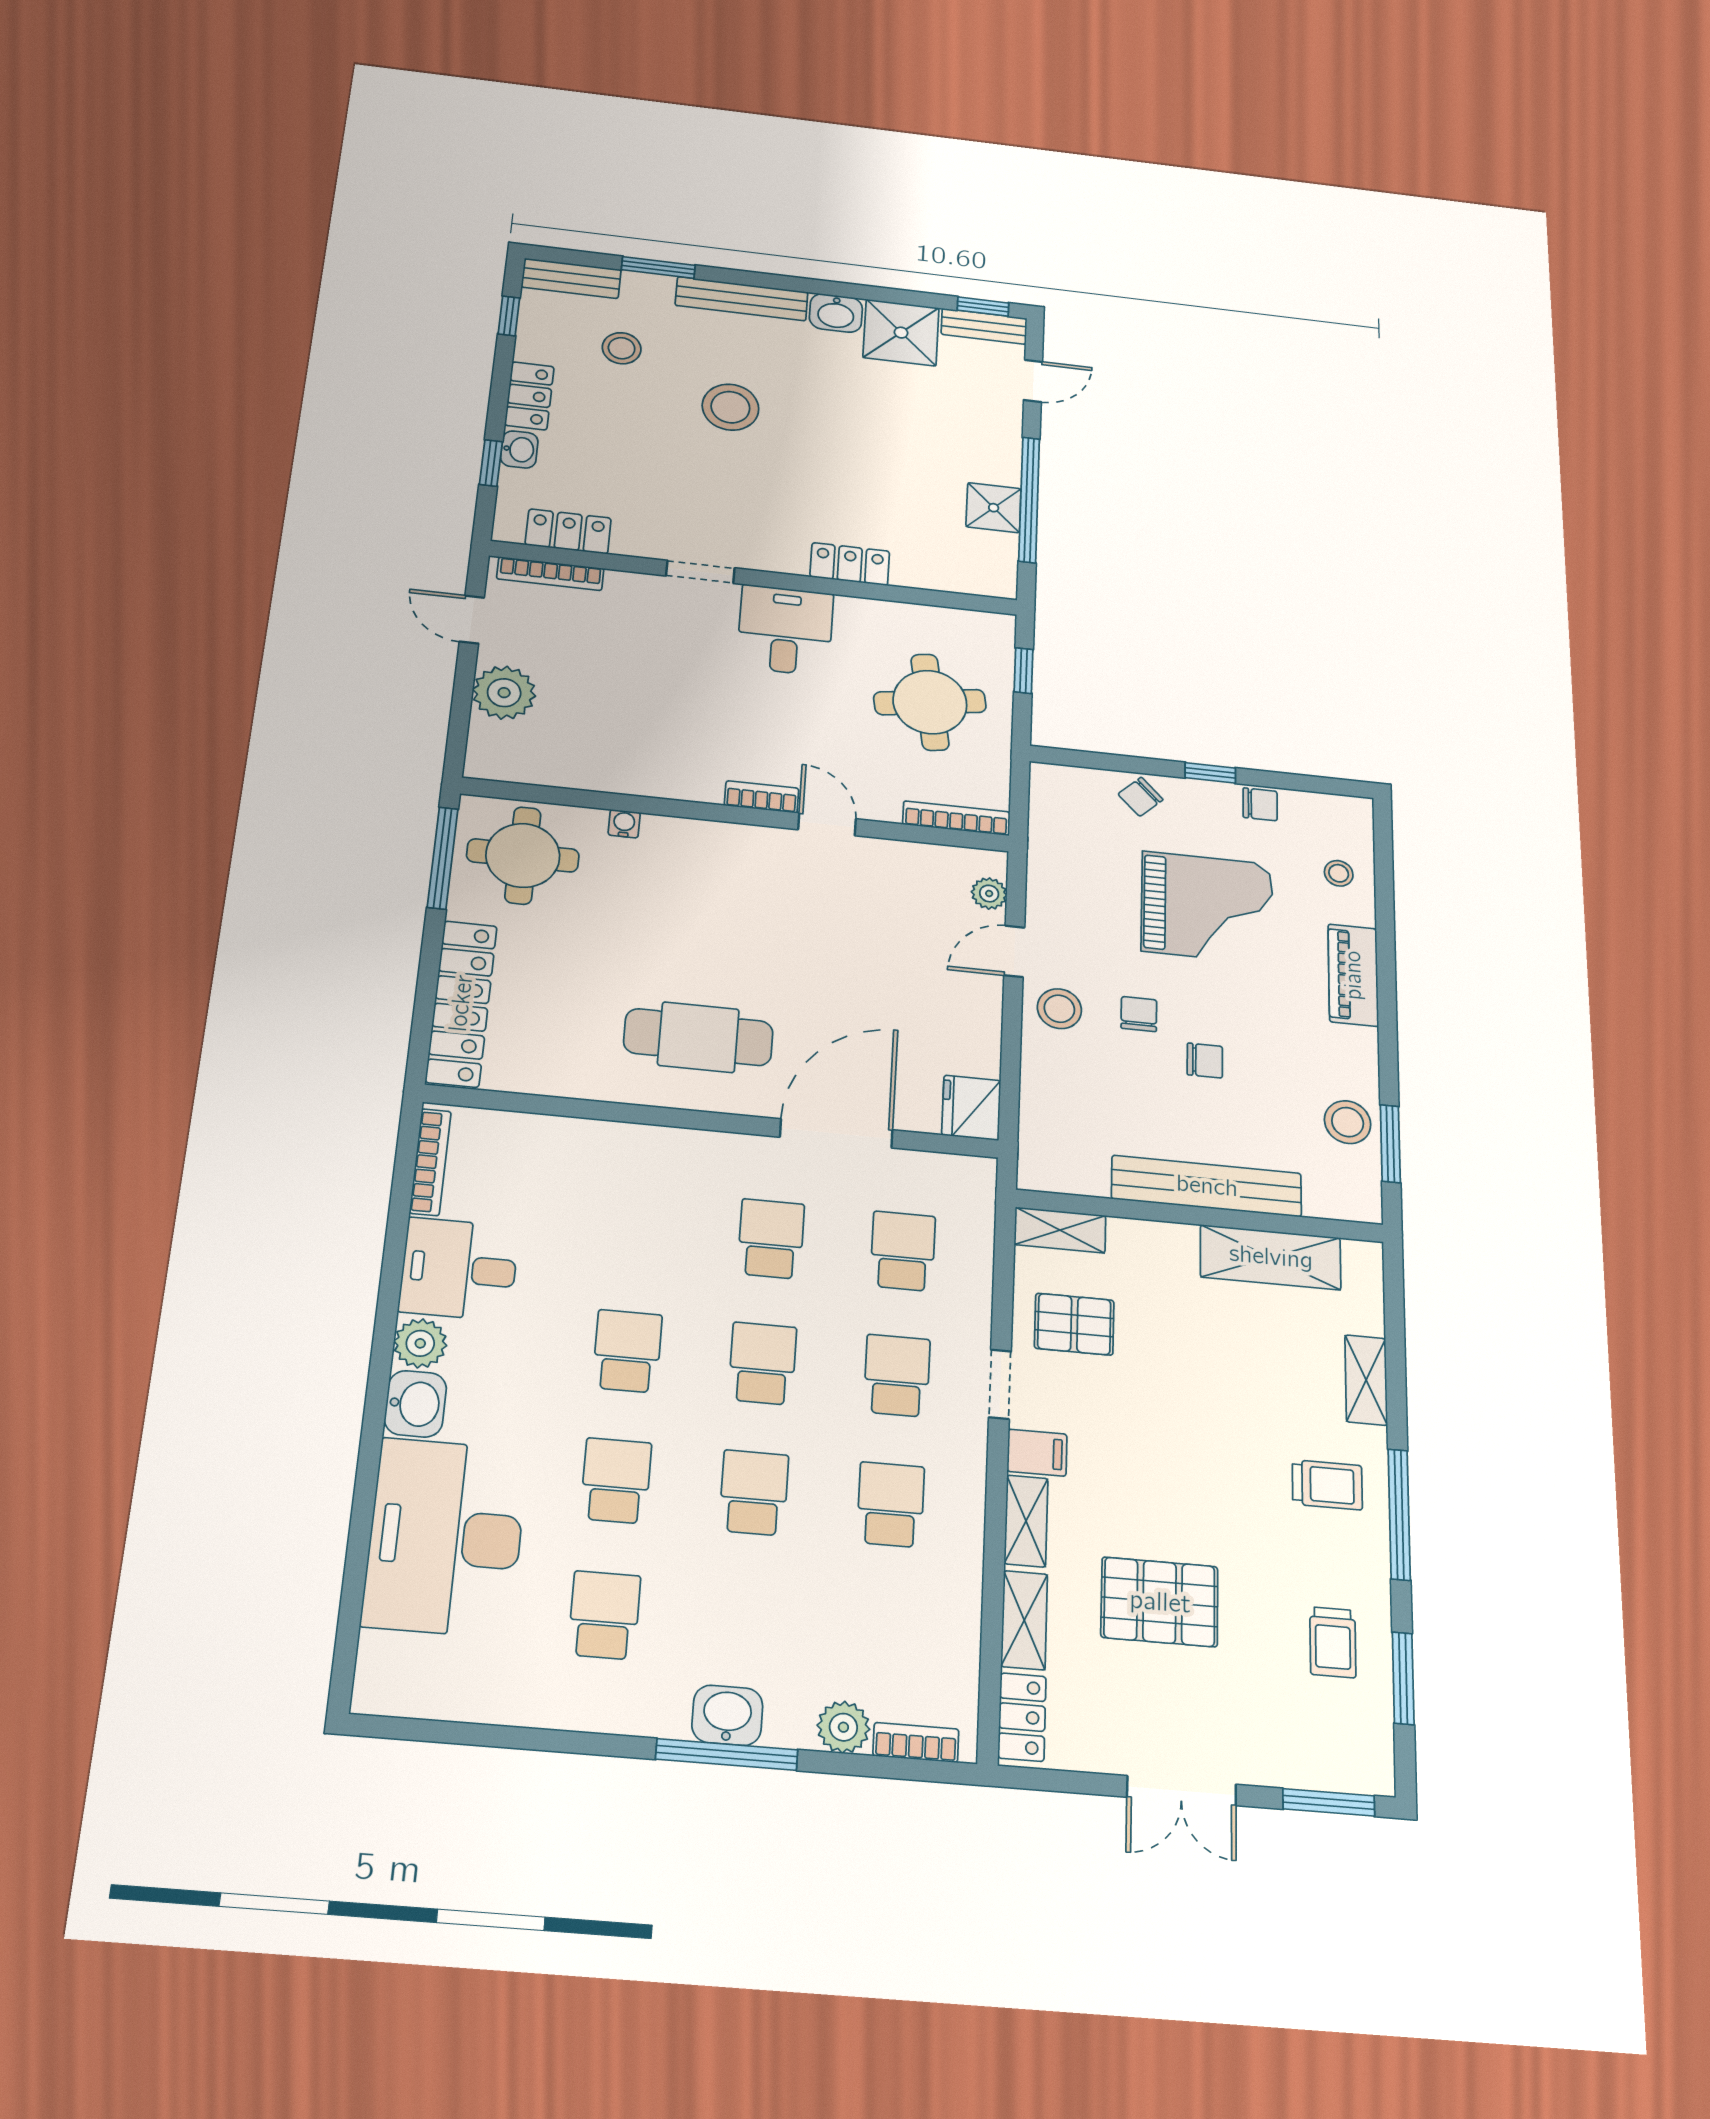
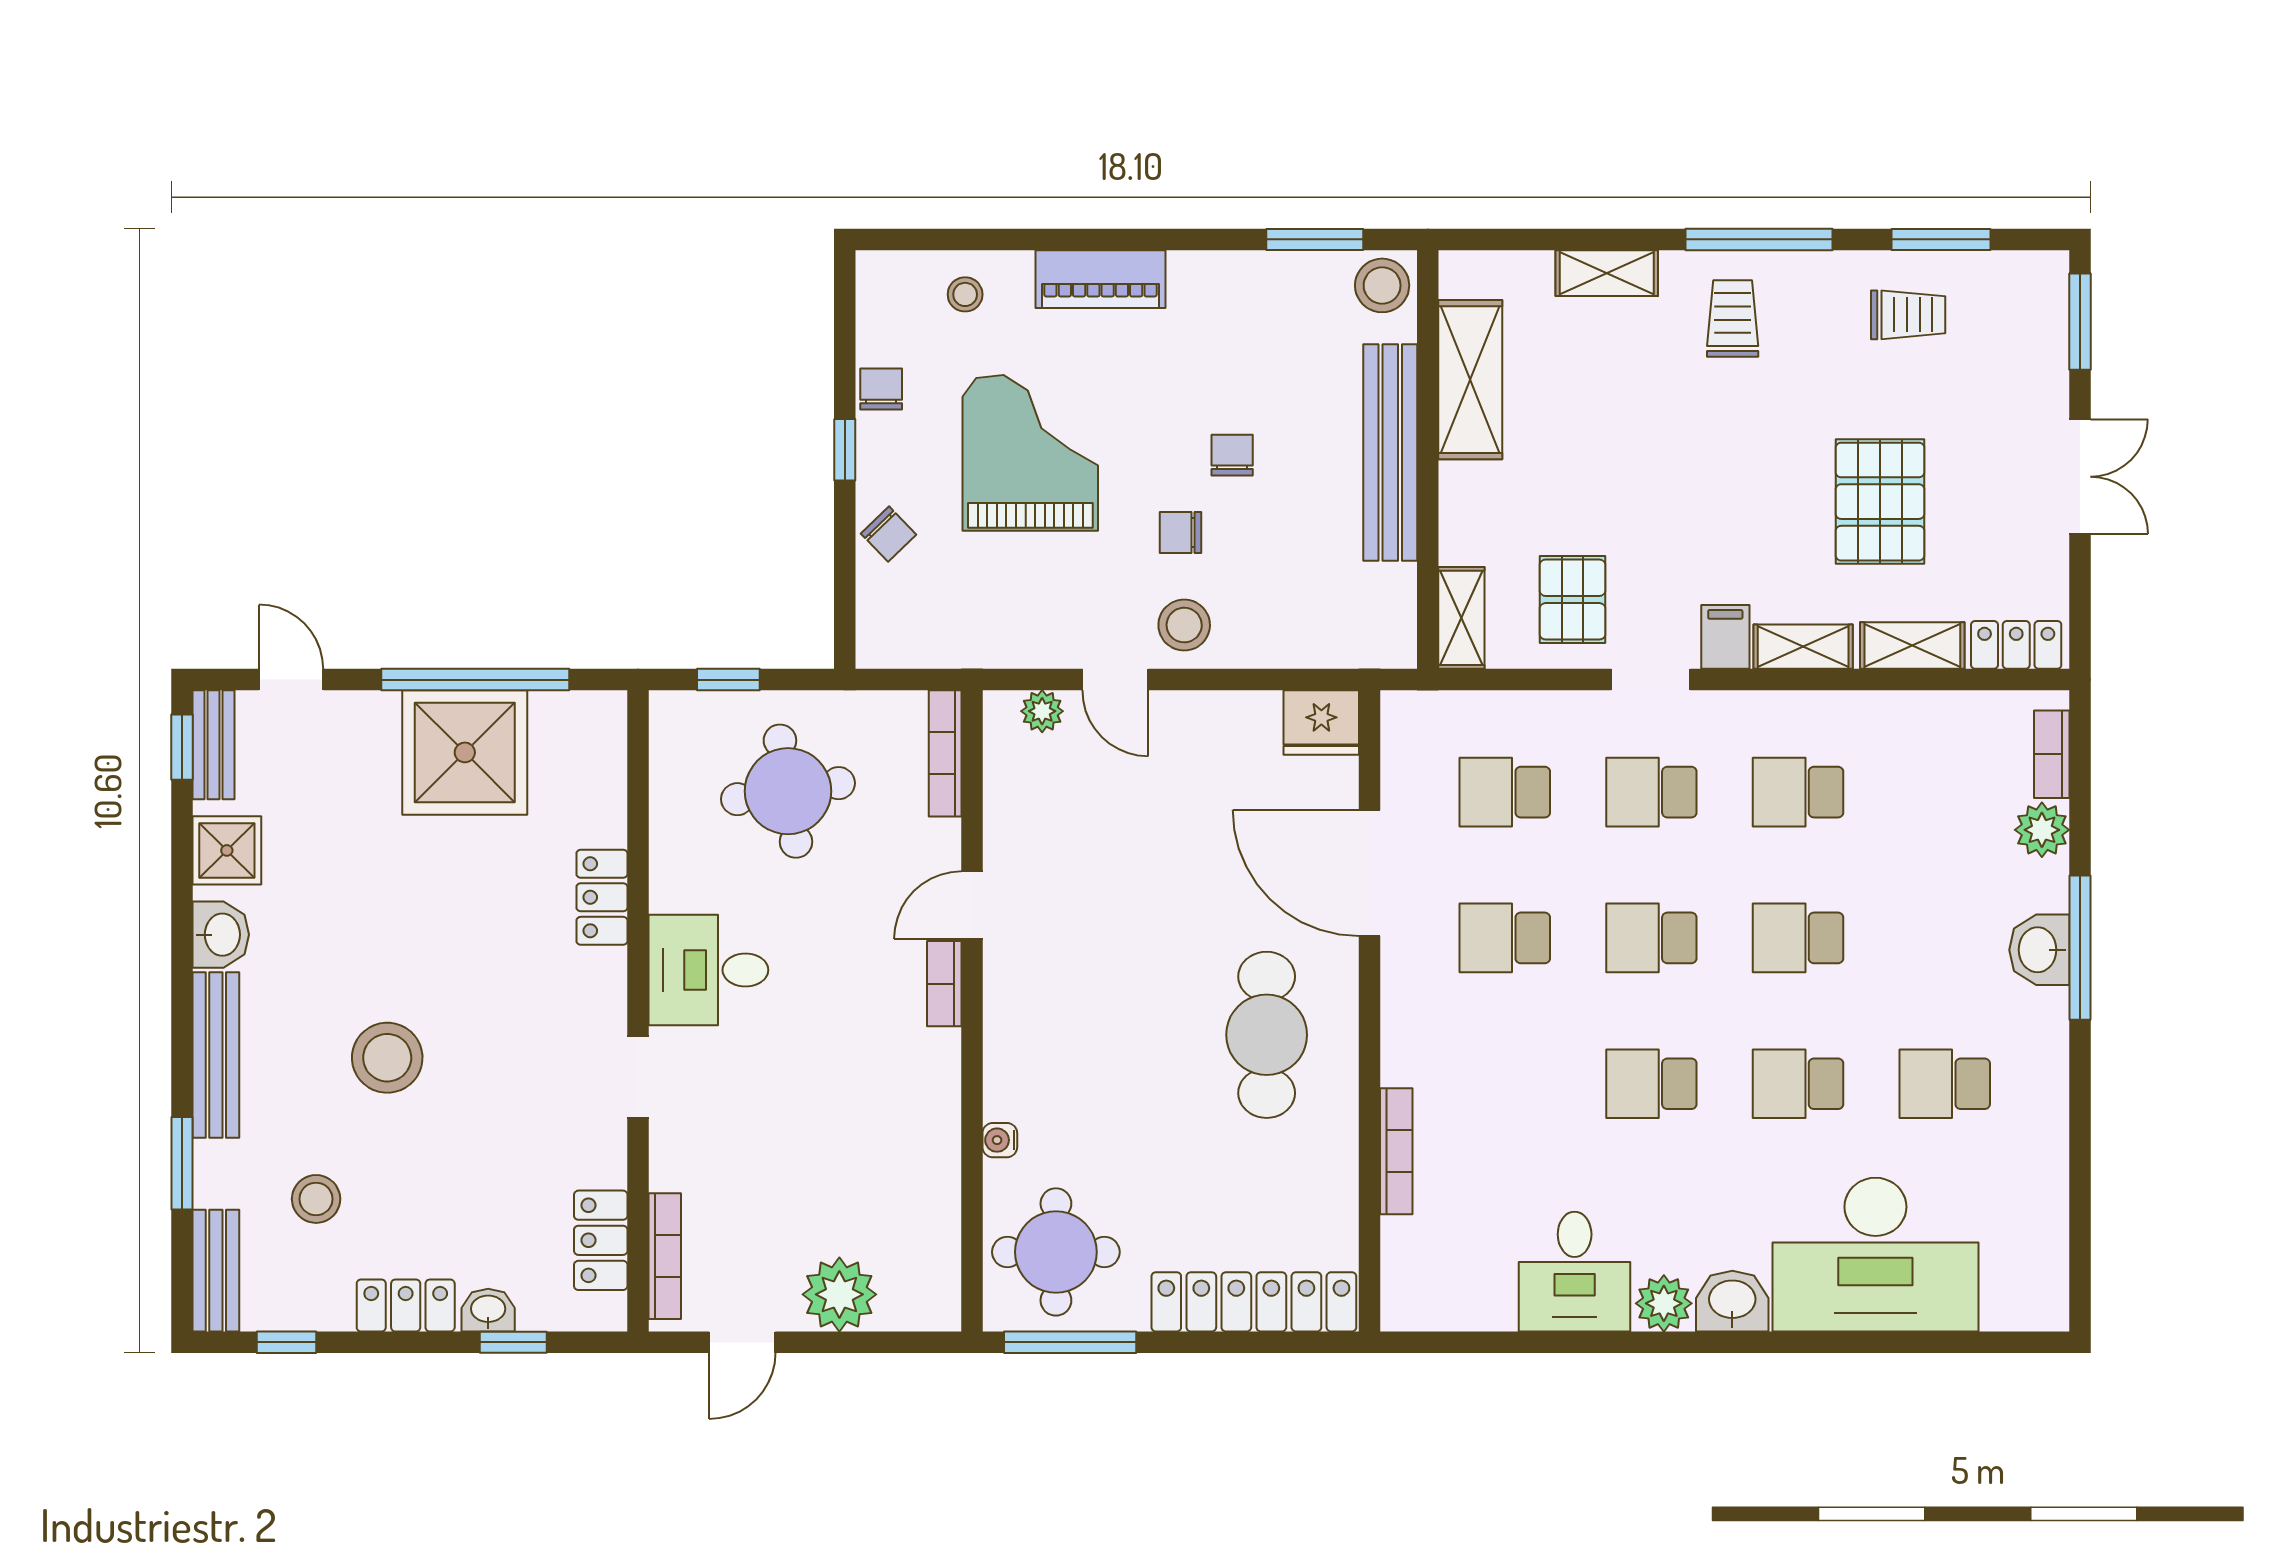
shower: (901, 333) -> (227, 850), width x0.73, depth x0.73
shower: (994, 508) -> (465, 752), width x1.86, depth x1.86
stool: (1348, 1122) -> (1382, 285), moved
bookcase: (430, 1162) -> (1396, 1151), moved, turned 90

